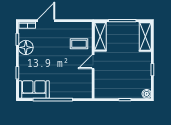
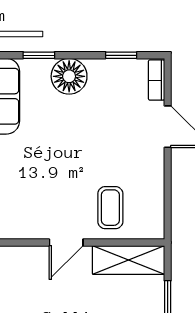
floor lamp: (26, 47) -> (69, 76), moved
door: (93, 62) -> (66, 242), swing flipped

